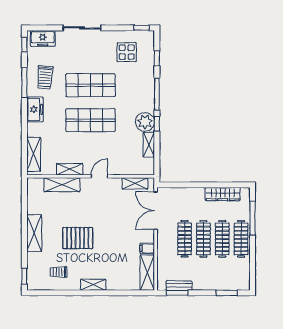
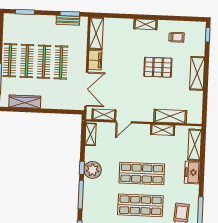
freezer: (35, 109) -> (192, 172), moved
shelving: (149, 145) -> (91, 134), moved
door: (99, 176) -> (124, 122), moved
filing cabinet: (147, 248) -> (95, 60), width x2.00

